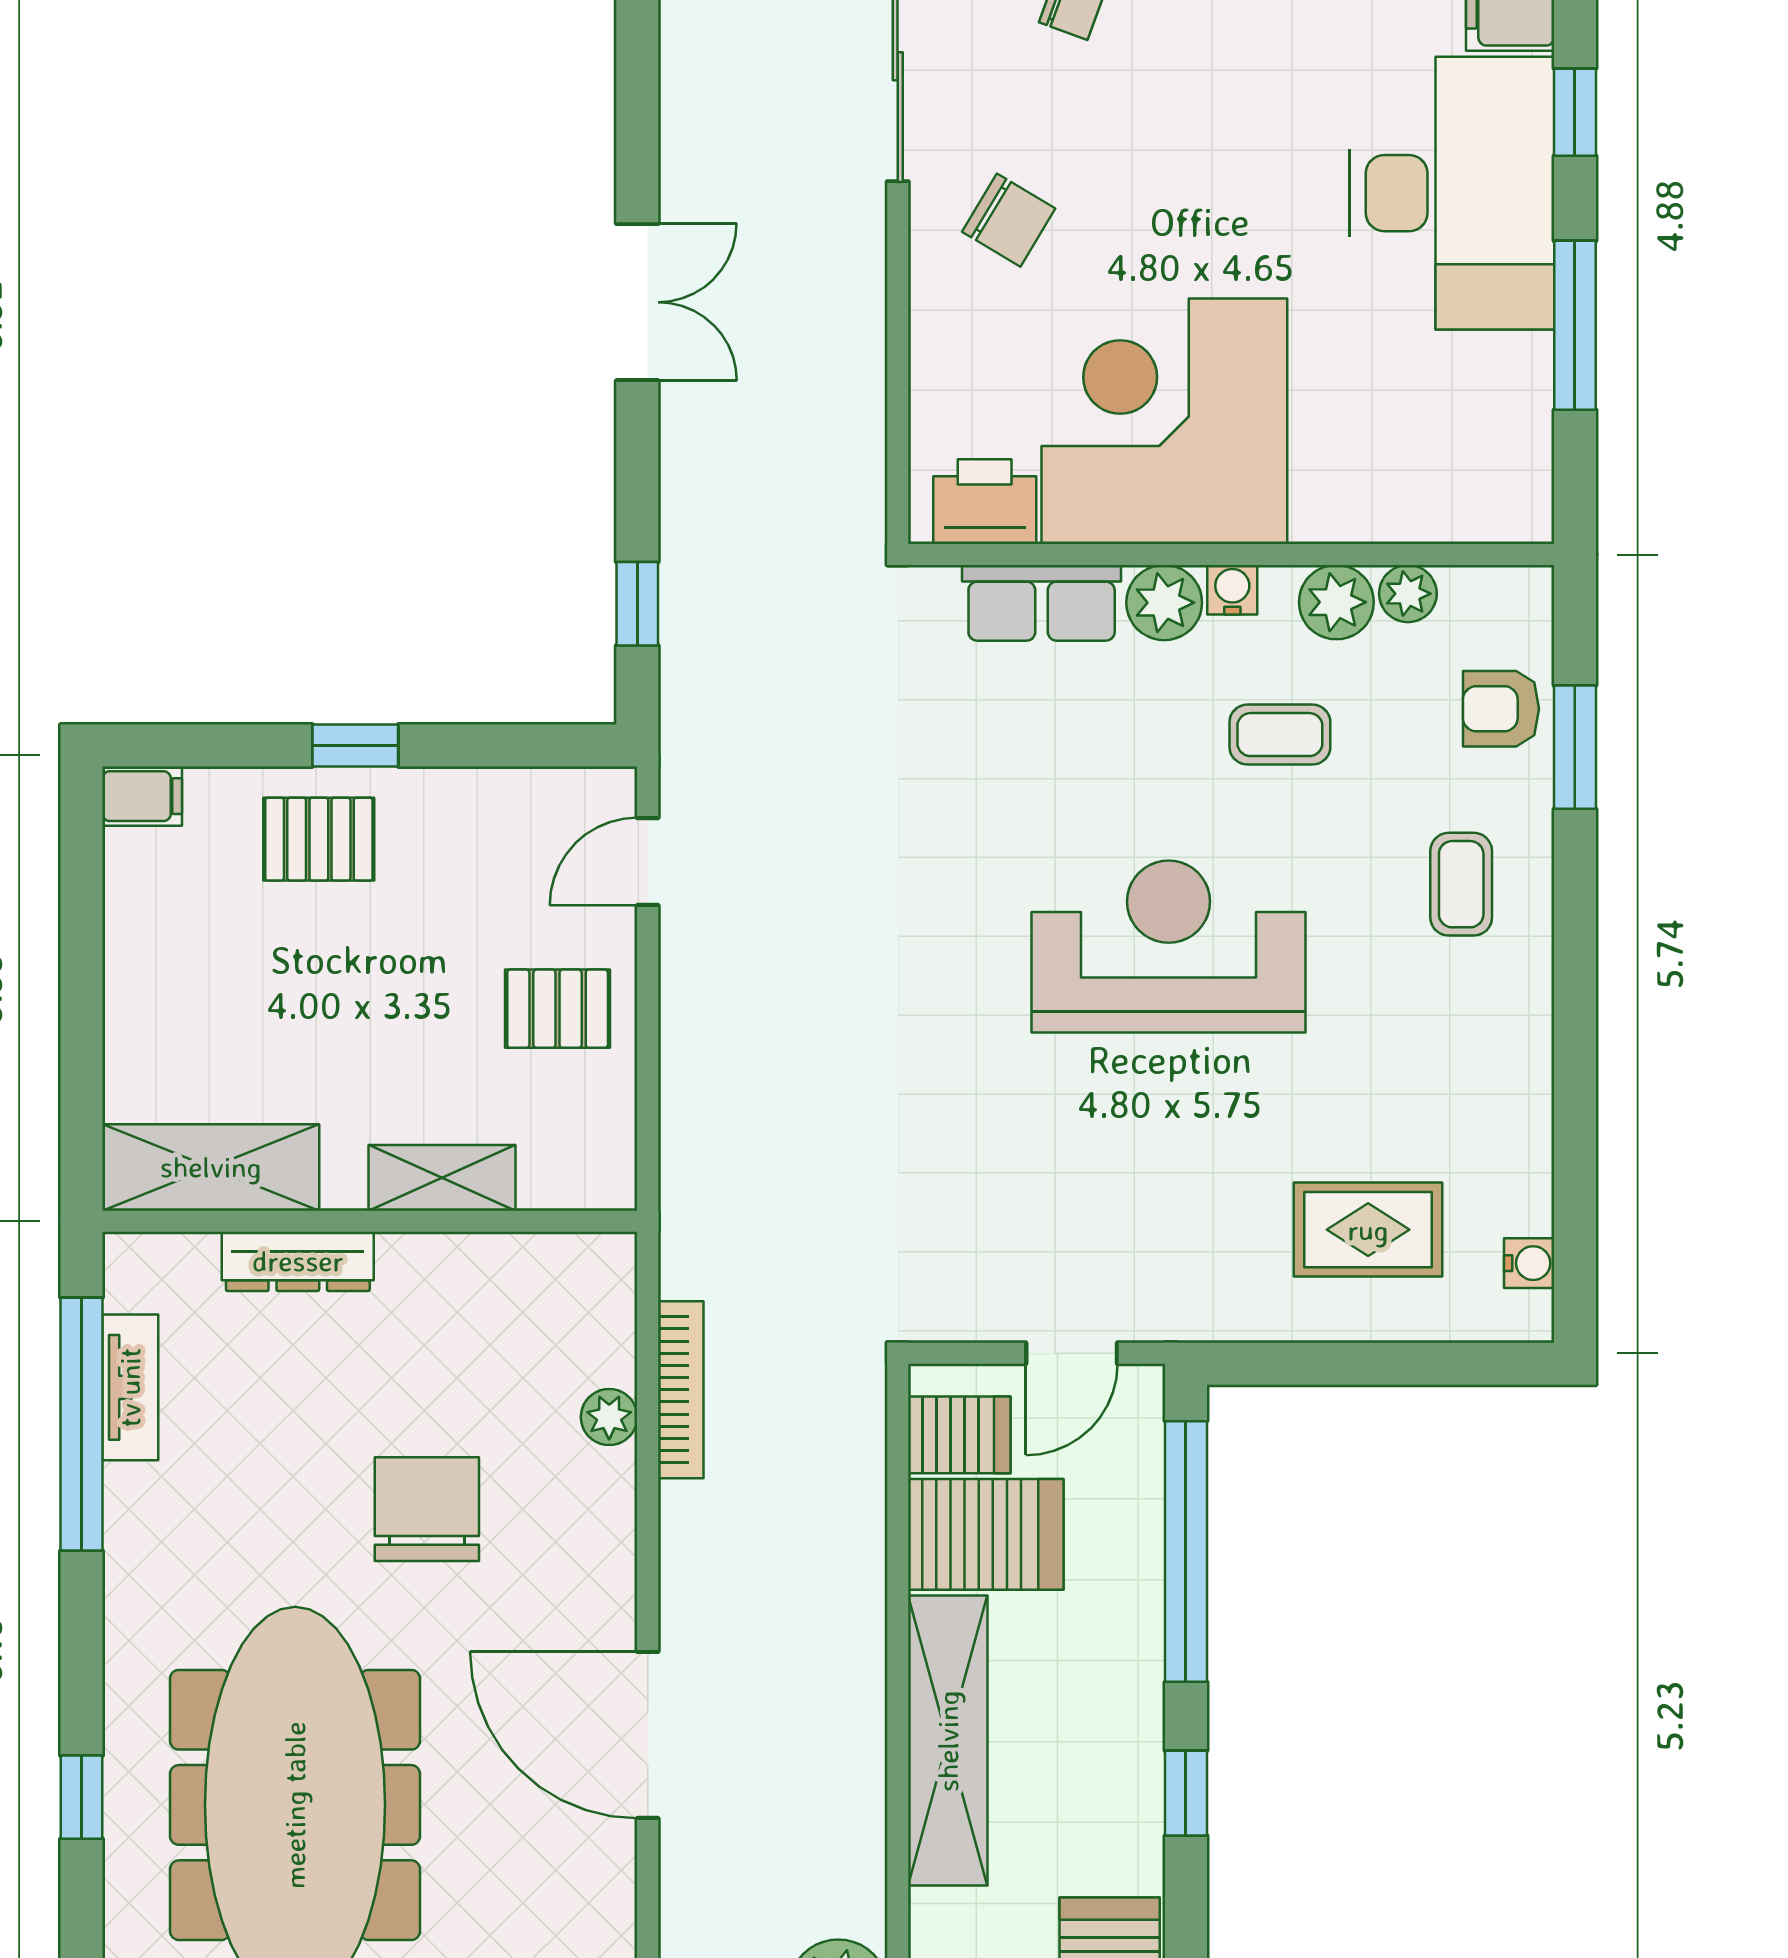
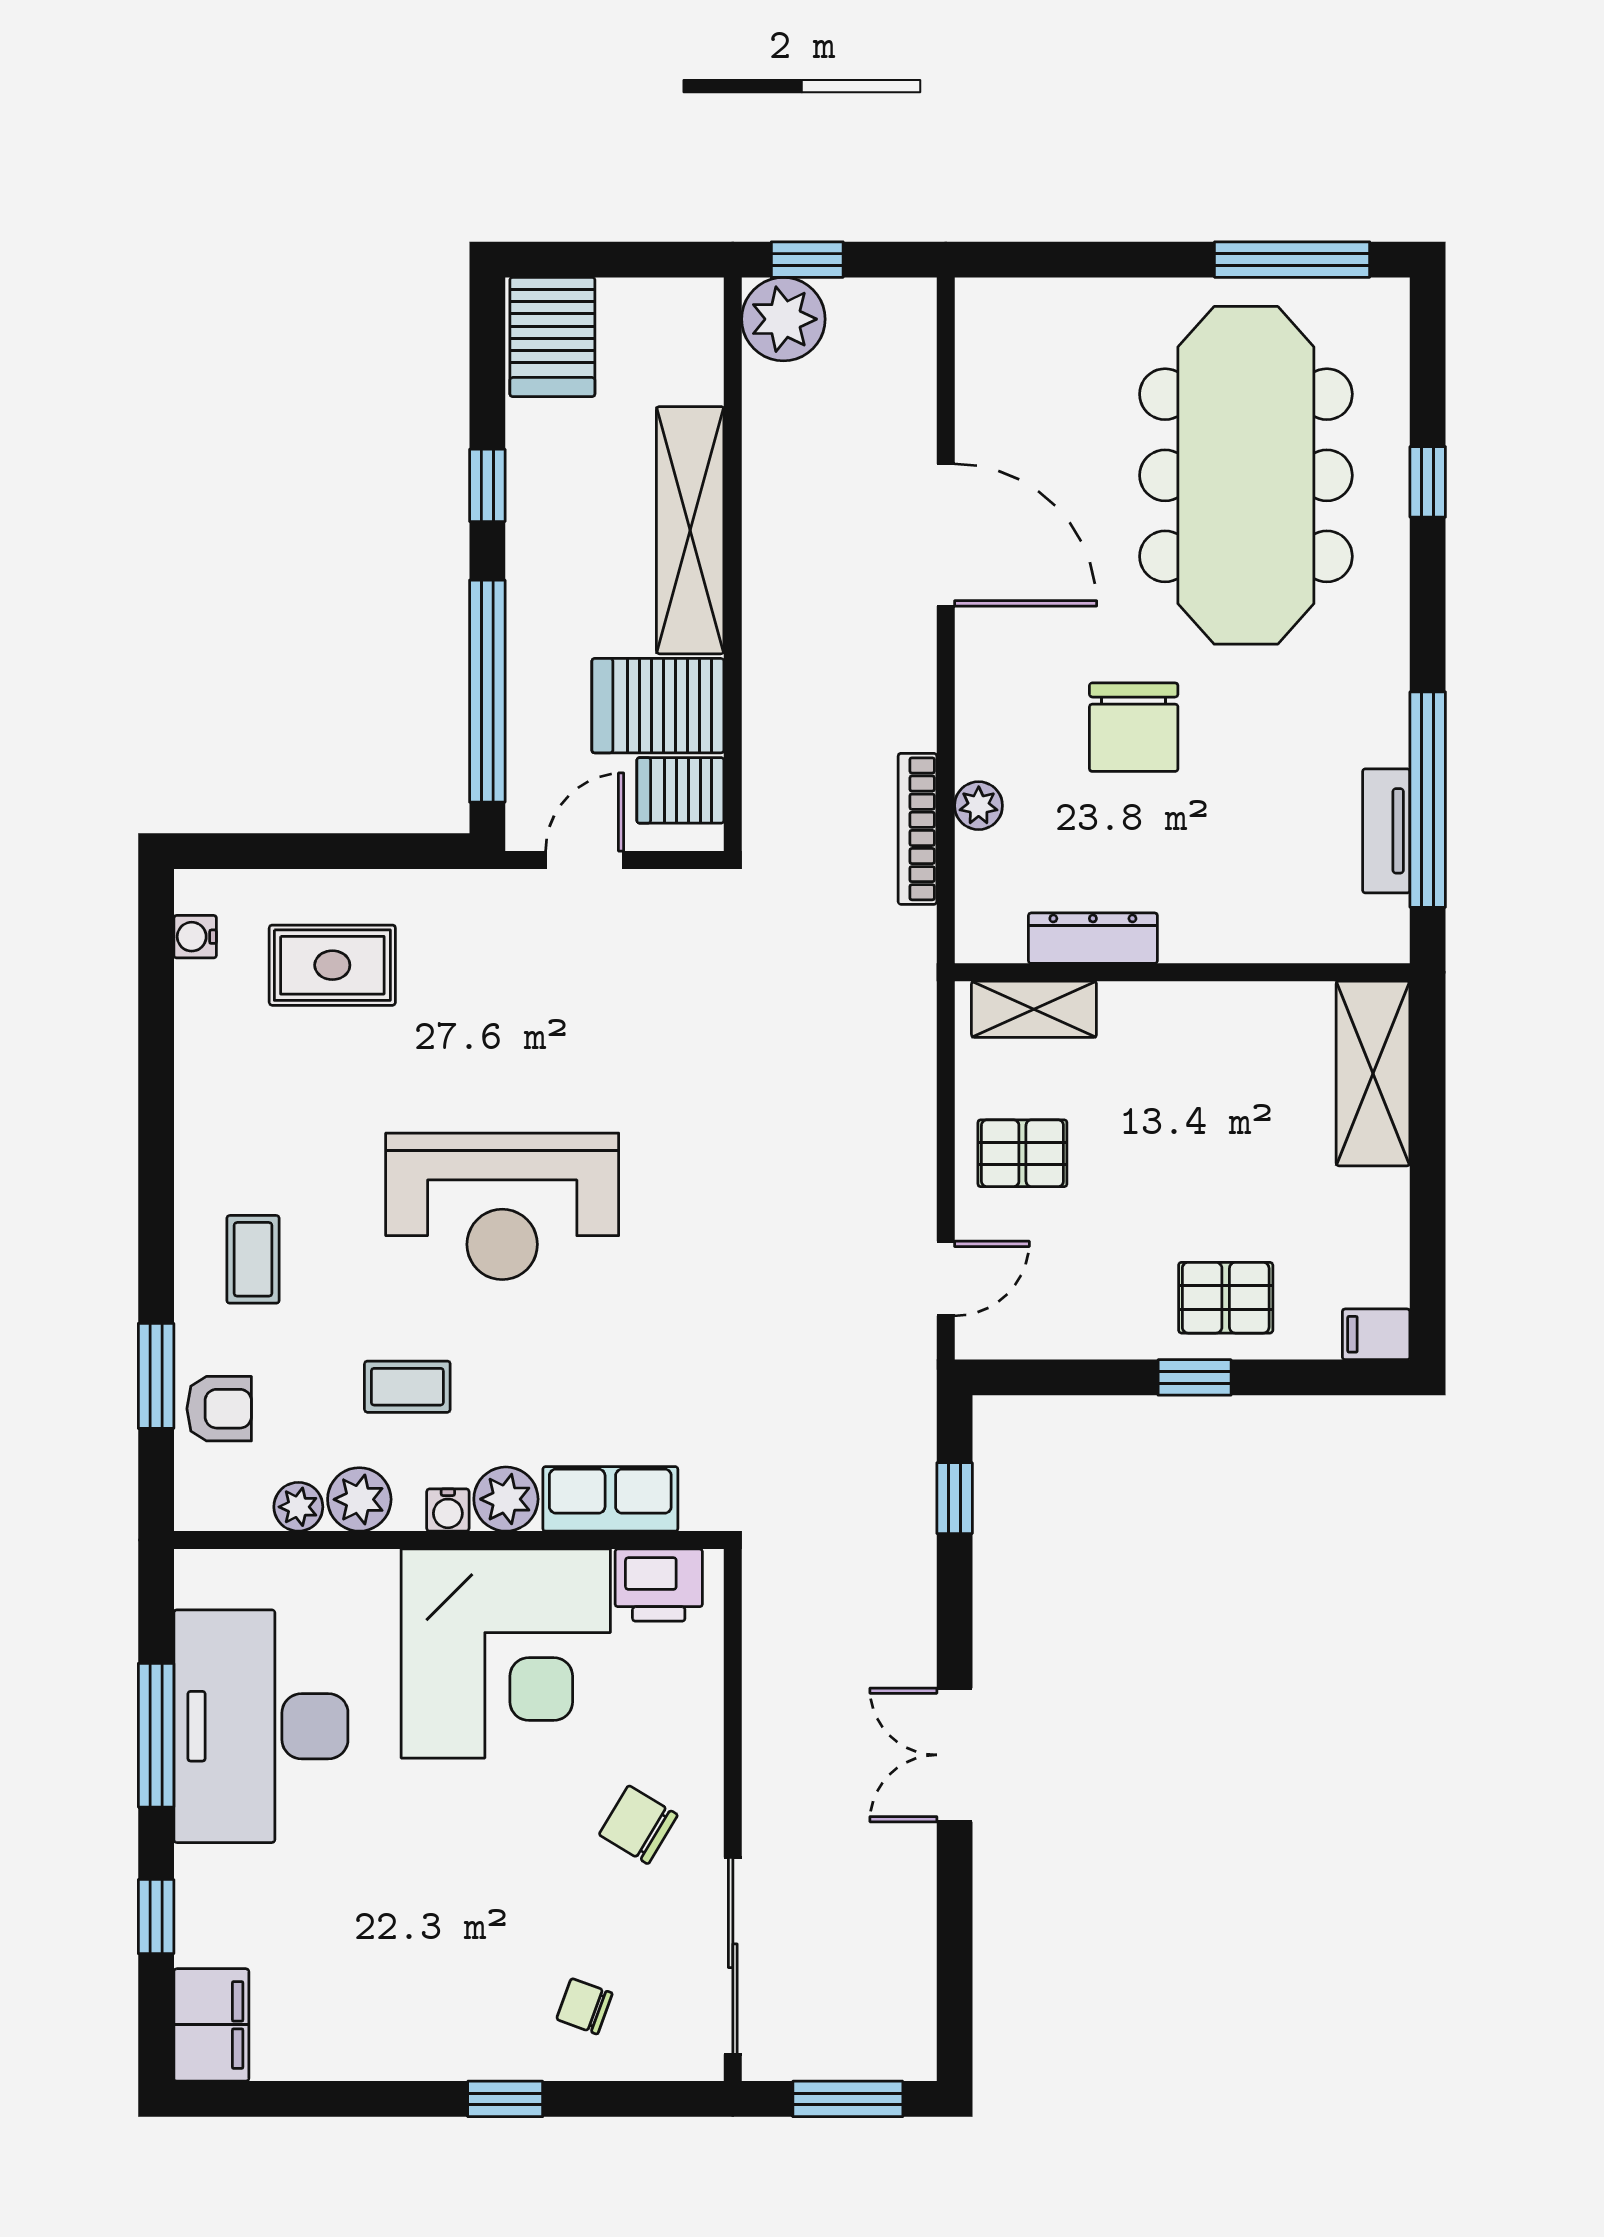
desk: (1452, 193) -> (261, 1726), moved
shelving: (211, 1167) -> (1373, 1073), moved, turned 90
shelving: (442, 1178) -> (1034, 1009), moved
dresser: (298, 1261) -> (1093, 938), moved

